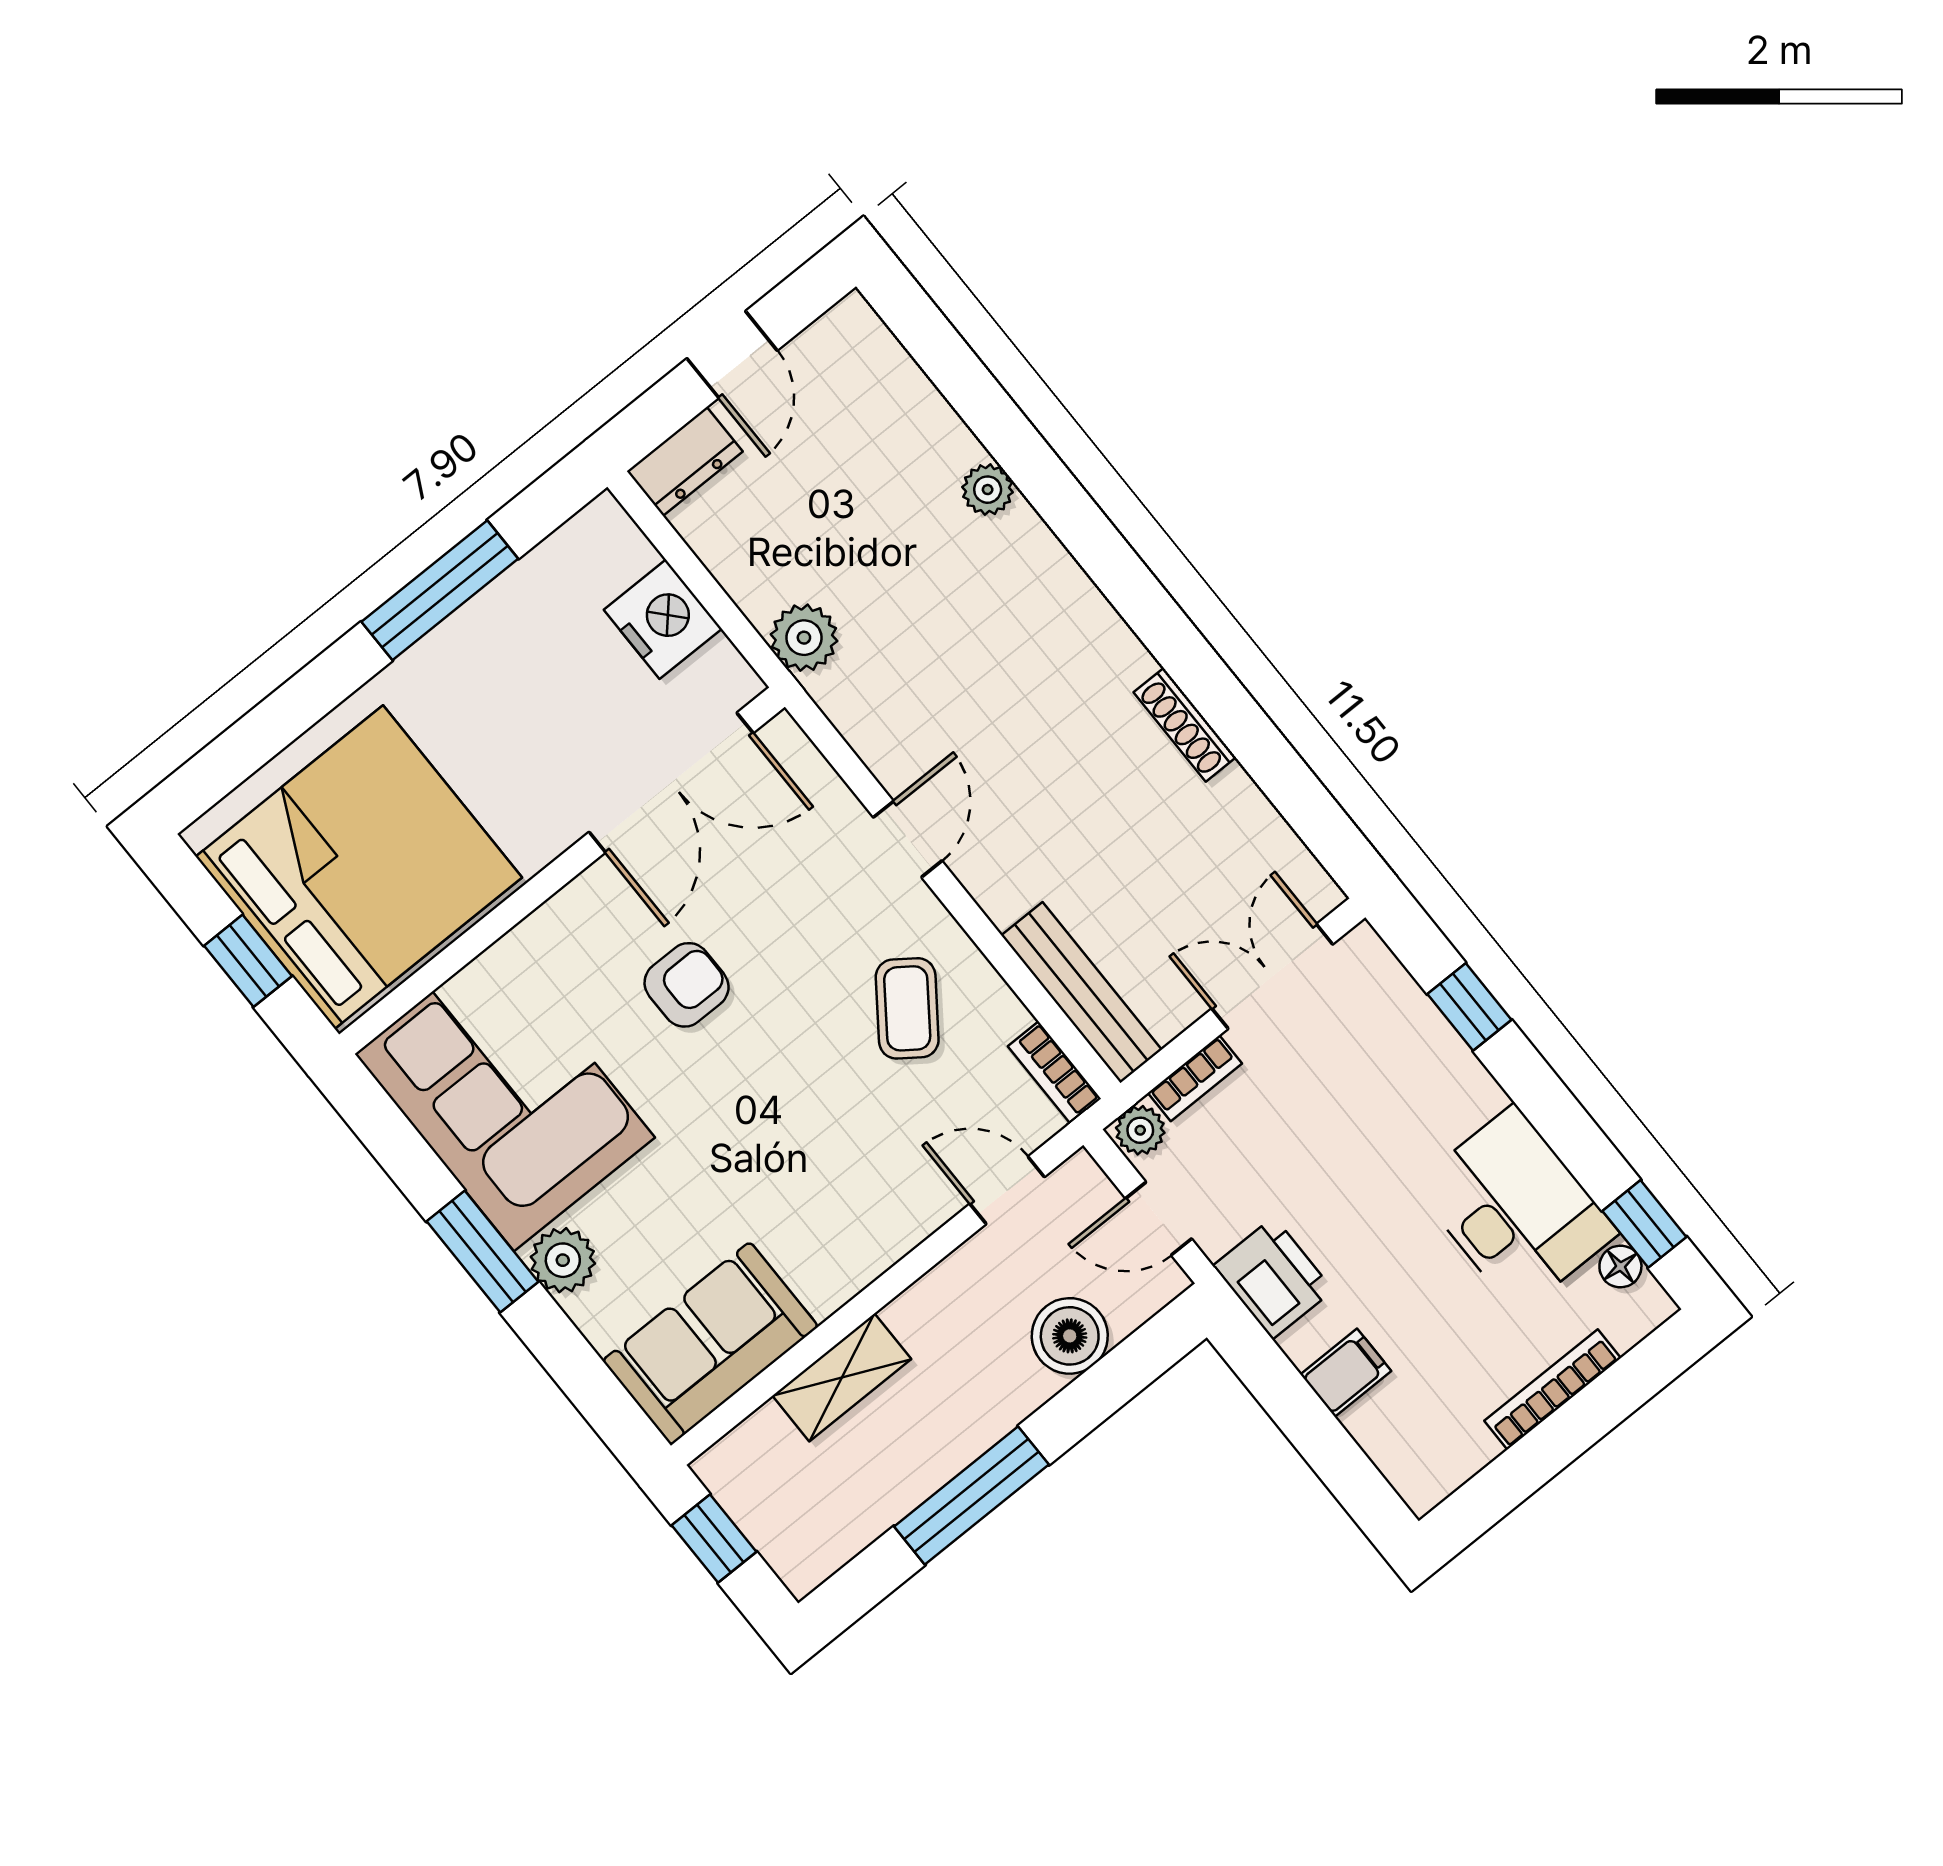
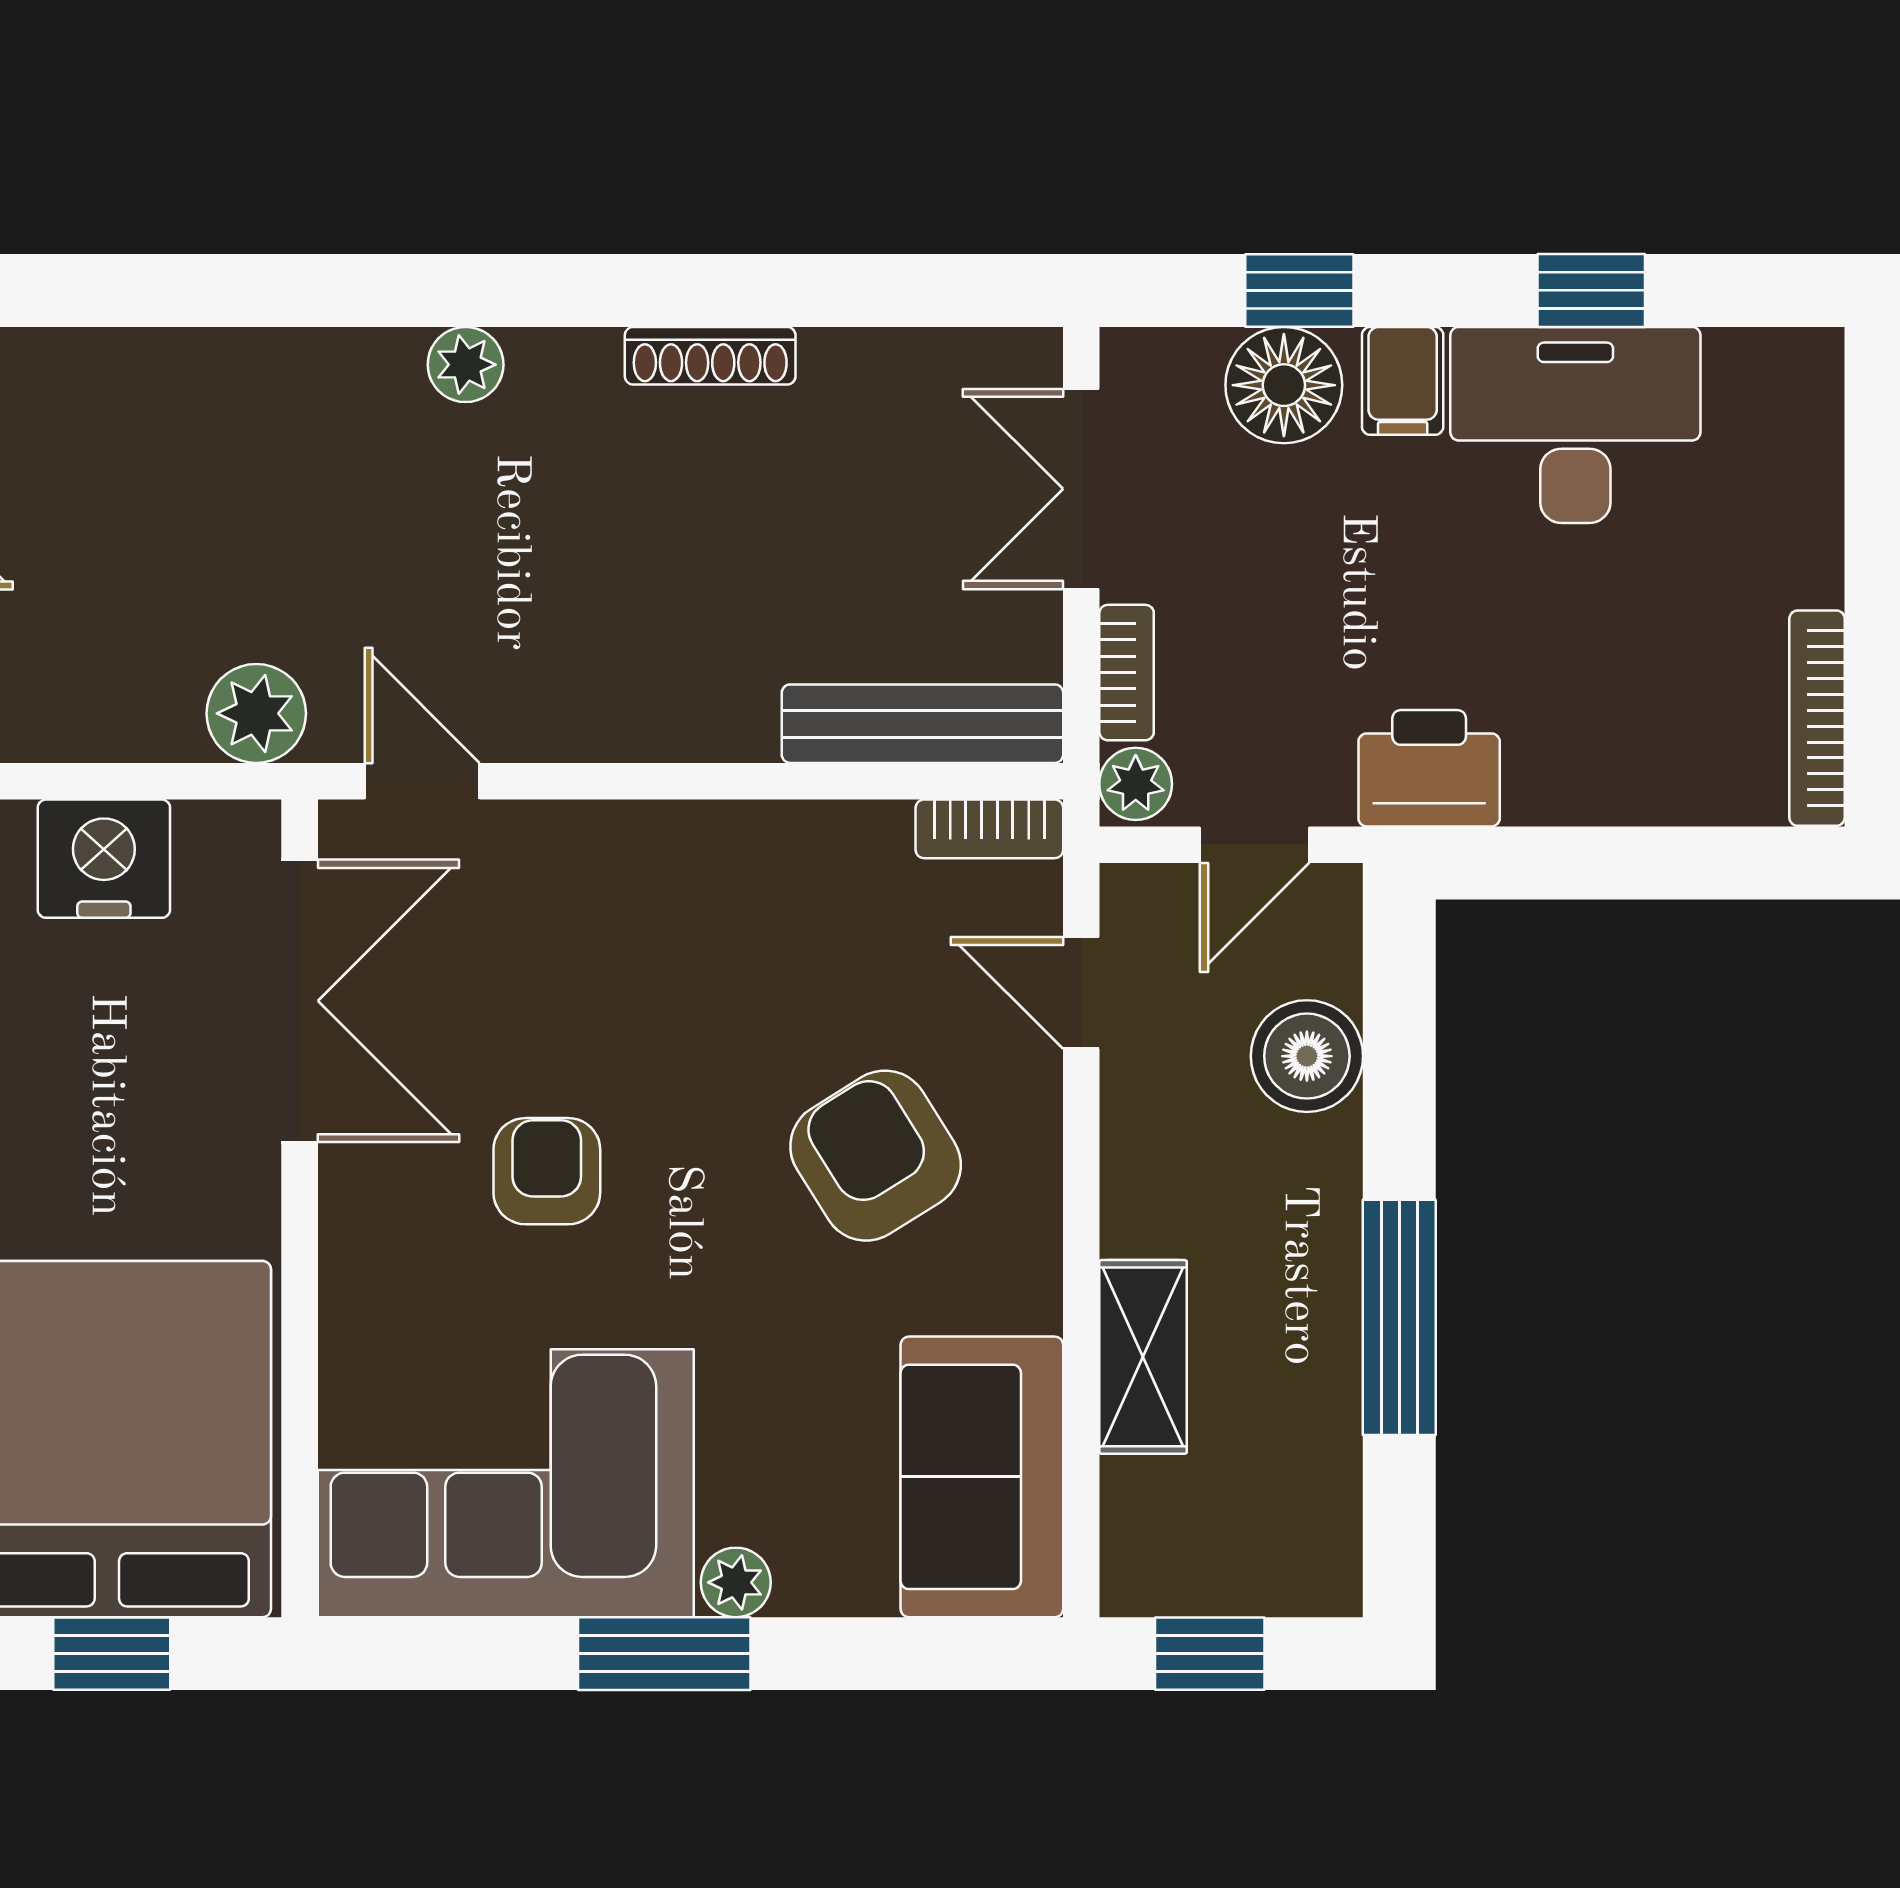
plant: (988, 490) -> (466, 365), moved
door: (908, 839) -> (422, 781), moved
coffee table: (907, 1008) -> (779, 939), removed
armchair: (834, 1151) -> (876, 1156), added
door: (1007, 1190) -> (1081, 993), hinge flipped
window: (1644, 1224) -> (1591, 290), moved
plant: (563, 1260) -> (736, 1582), width x0.73, depth x0.73
floor lamp: (1620, 1267) -> (1284, 385), moved, width x1.89, depth x1.89
filing cabinet: (1346, 1373) -> (1403, 381), moved, turned 180
bookcase: (1553, 1389) -> (1817, 718), moved

